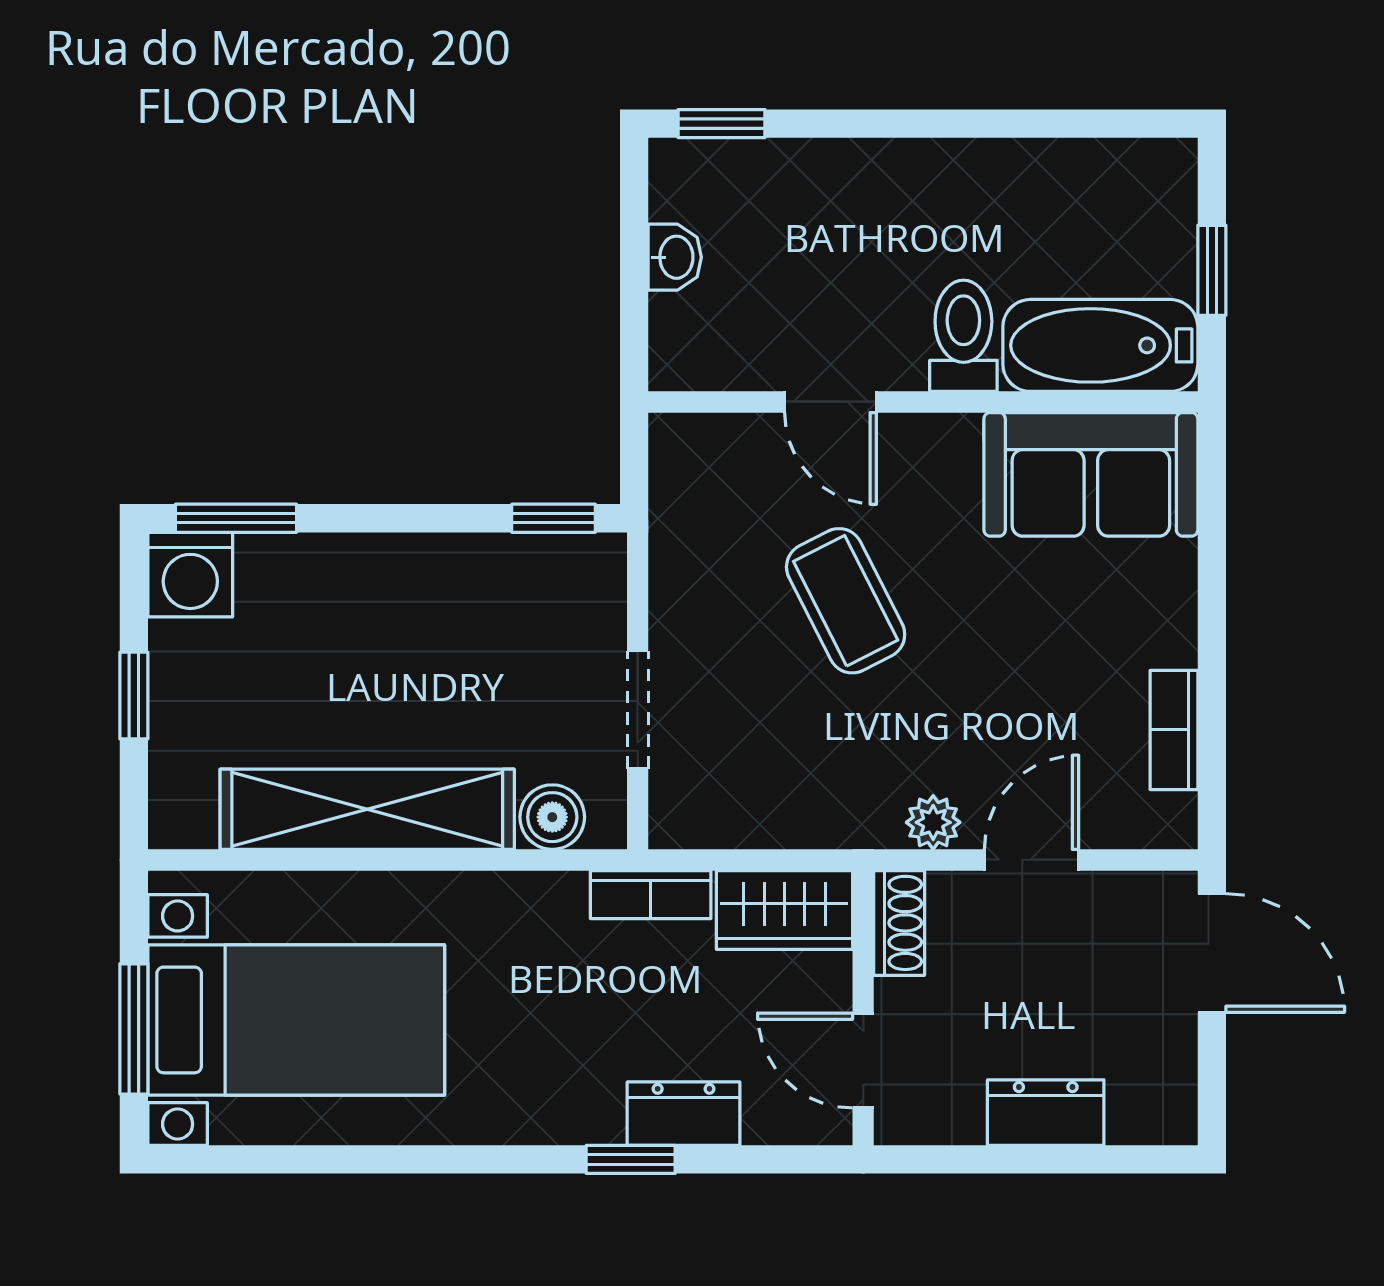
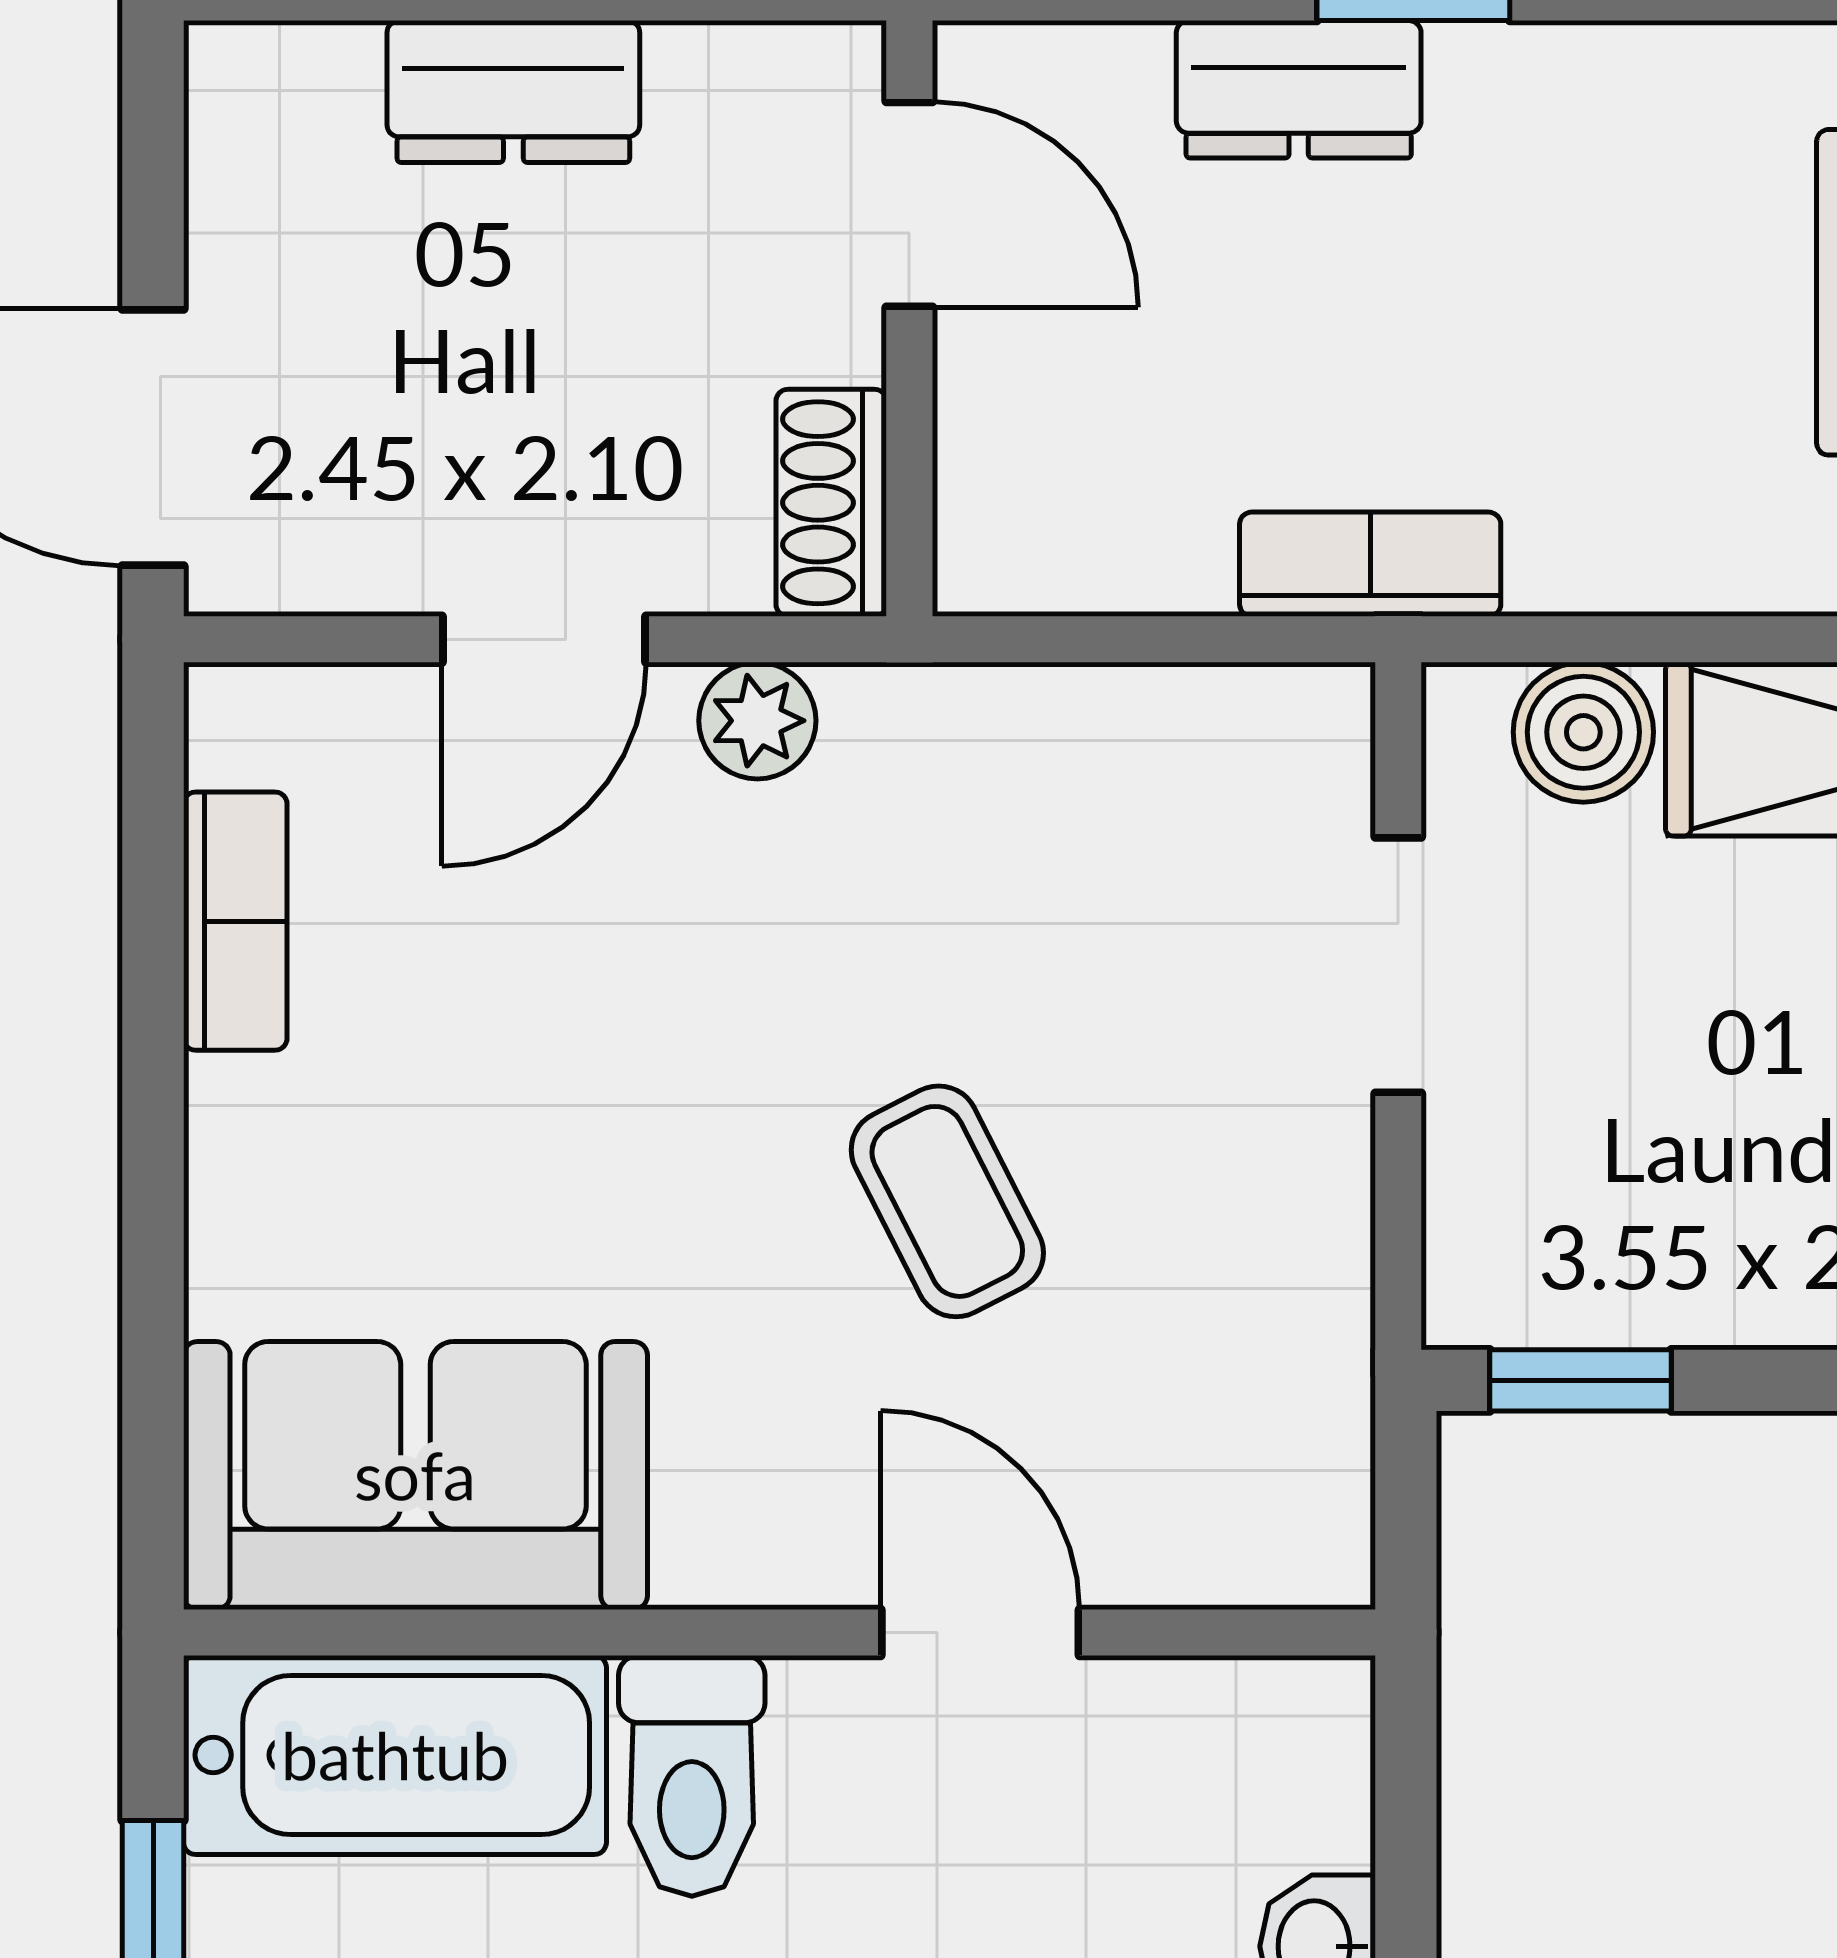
coffee table: (846, 601) -> (947, 1201), width x0.73, depth x0.77
wardrobe: (784, 910) -> (1080, 531), removed

